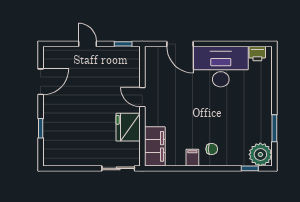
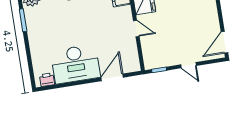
door: (180, 44) -> (112, 77), hinge flipped
door: (41, 82) -> (224, 42), moved

